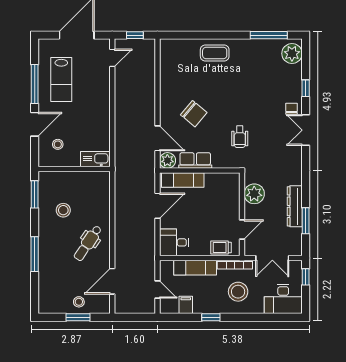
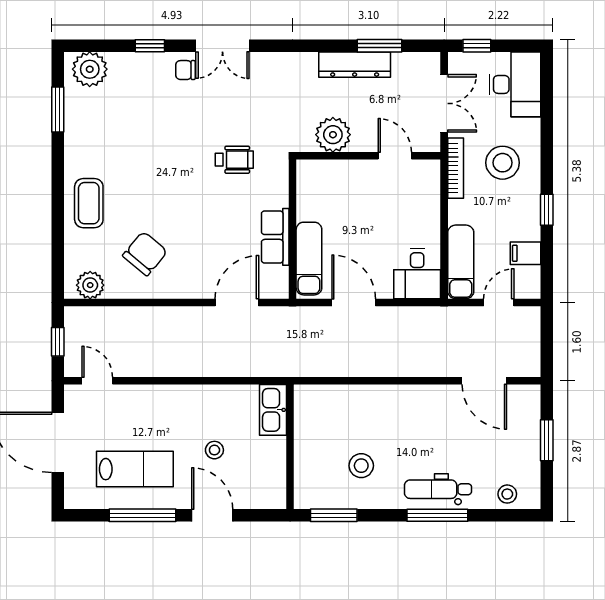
window: (269, 35) -> (58, 109), width x0.69
chair: (194, 114) -> (145, 254), moved
stool: (58, 144) -> (214, 450), moved
plant: (167, 160) -> (90, 285), moved
dental chair: (88, 243) -> (438, 489), moved, turned 146
trolley: (221, 247) -> (426, 192), removed
exam couch: (195, 268) -> (461, 262), moved
stool: (79, 302) -> (507, 494), moved

